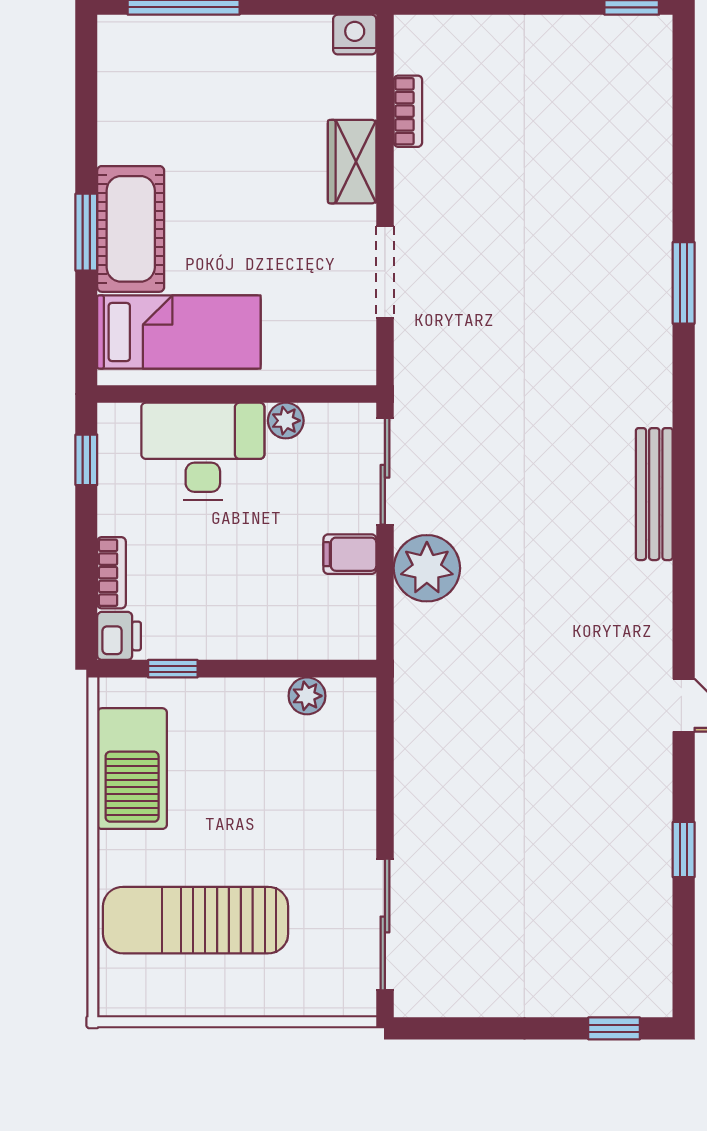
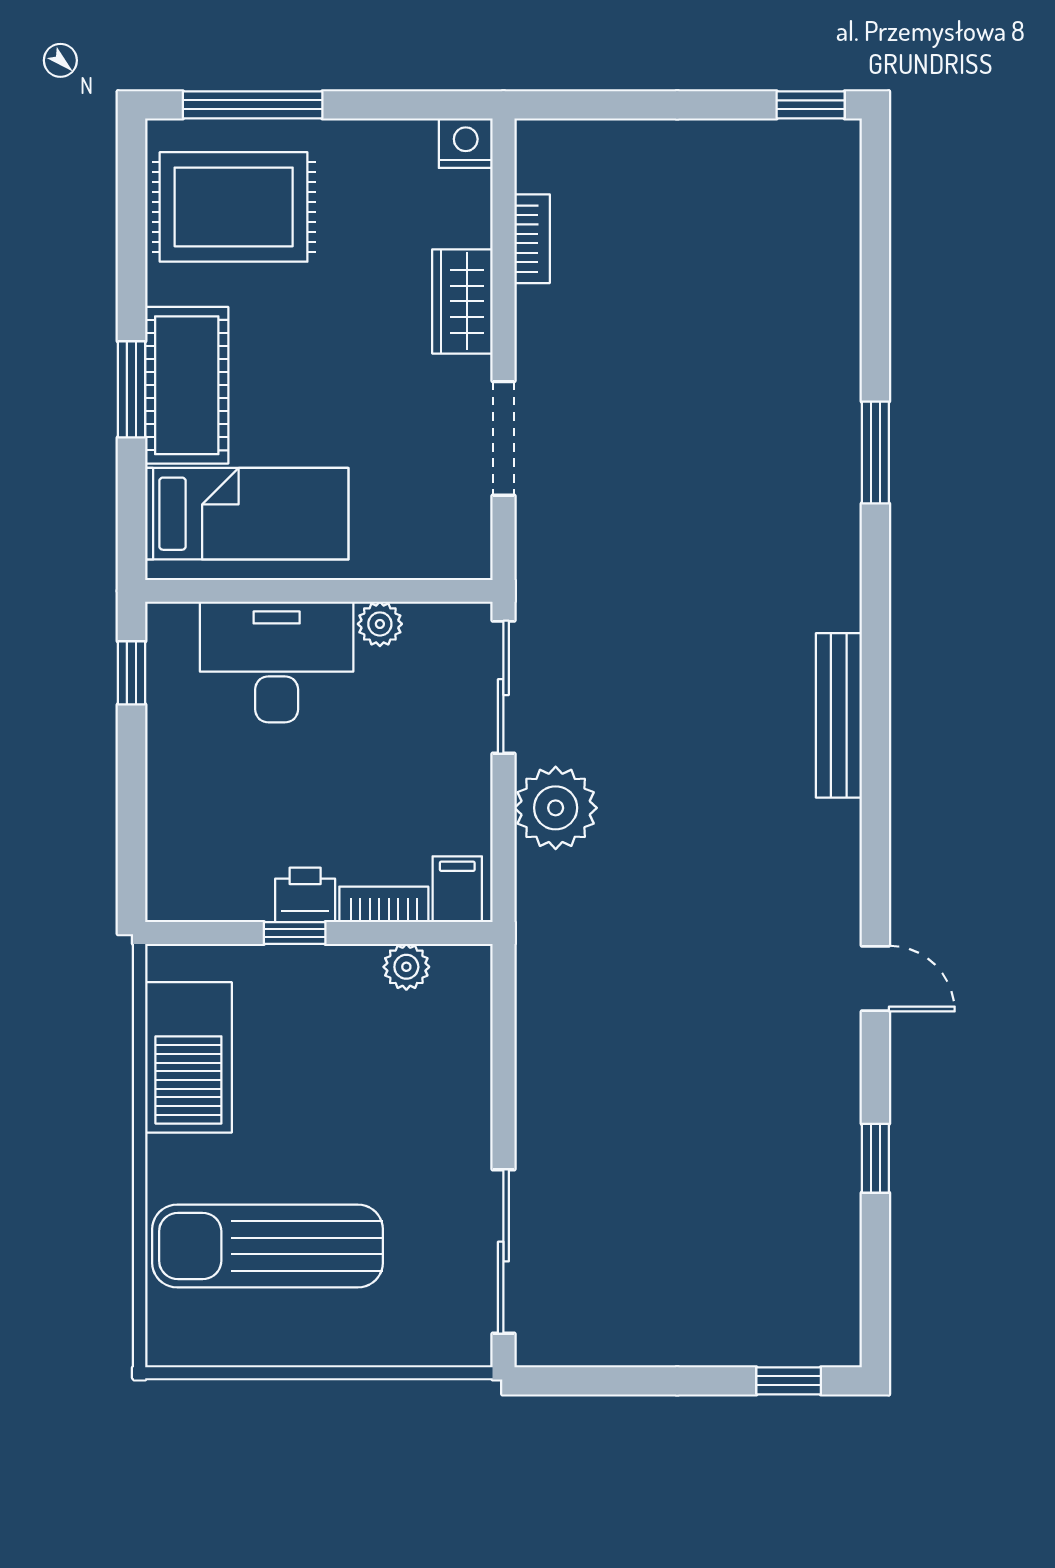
rug: (168, 86) -> (234, 207), added
filing cabinet: (350, 554) -> (457, 889), moved, turned 90
bookcase: (112, 573) -> (384, 904), moved, turned -90
printer: (119, 636) -> (305, 895), moved, turned -90
window: (173, 669) -> (295, 933), moved

